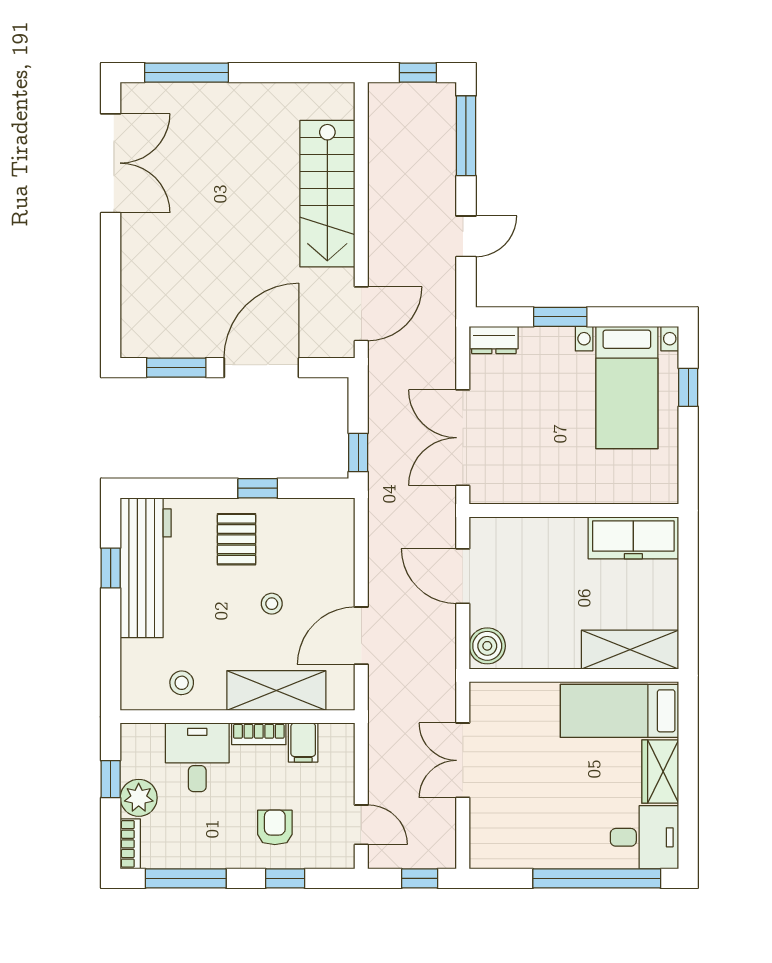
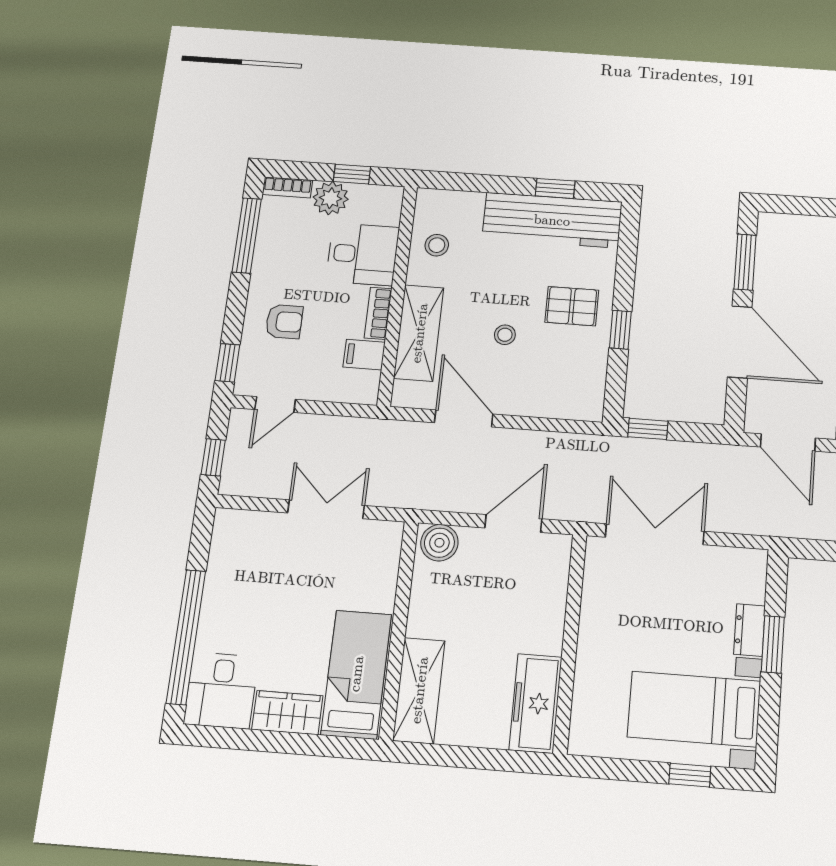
dresser: (494, 340) -> (749, 630), moved
window: (285, 878) -> (227, 363), moved

